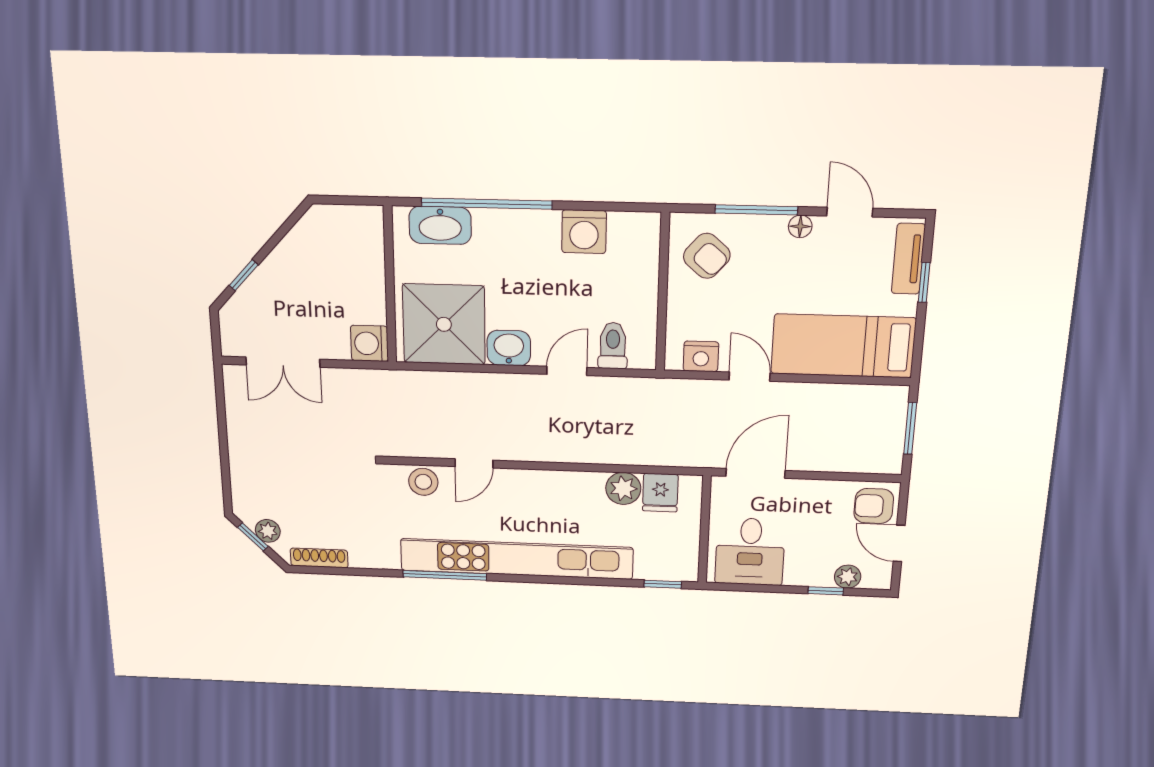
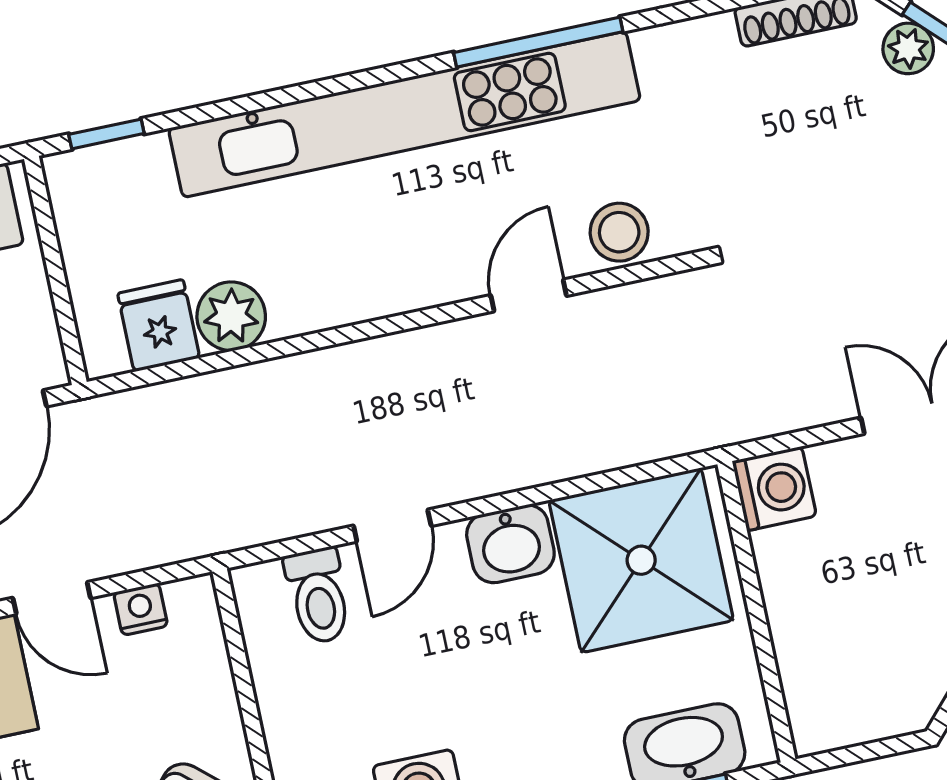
nightstand: (701, 356) -> (141, 609), width x0.72, depth x0.74

